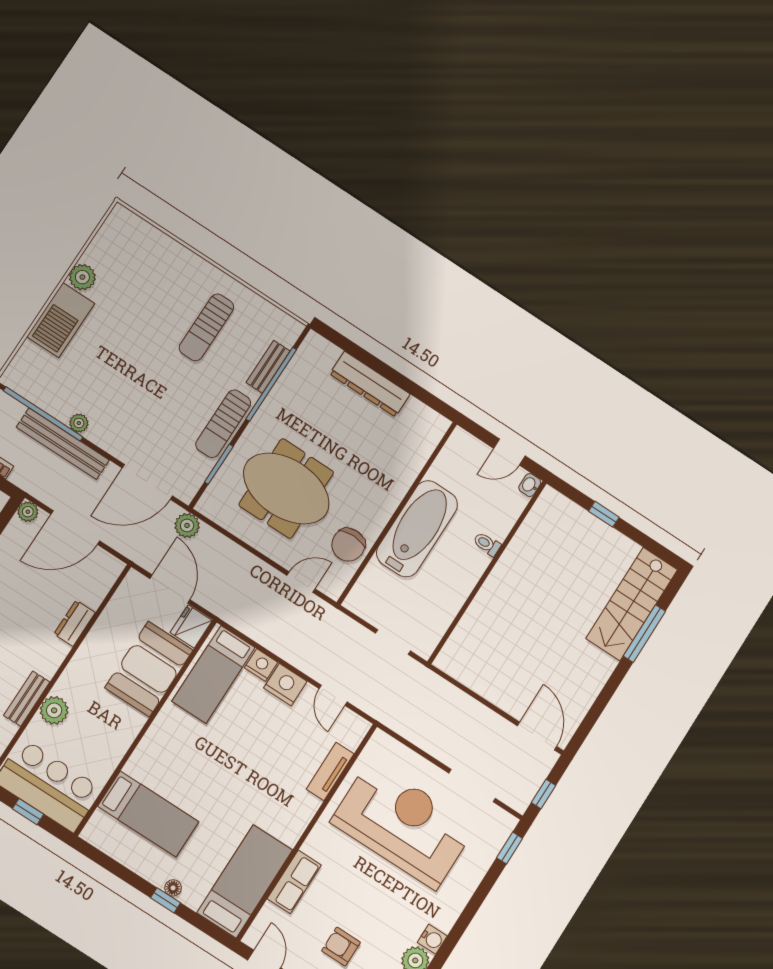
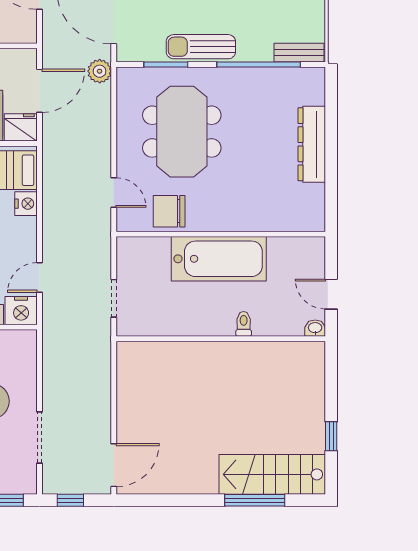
bench: (268, 367) -> (299, 53), moved
window: (604, 514) -> (331, 436), moved
nightstand: (285, 685) -> (21, 311), moved, turned 90

